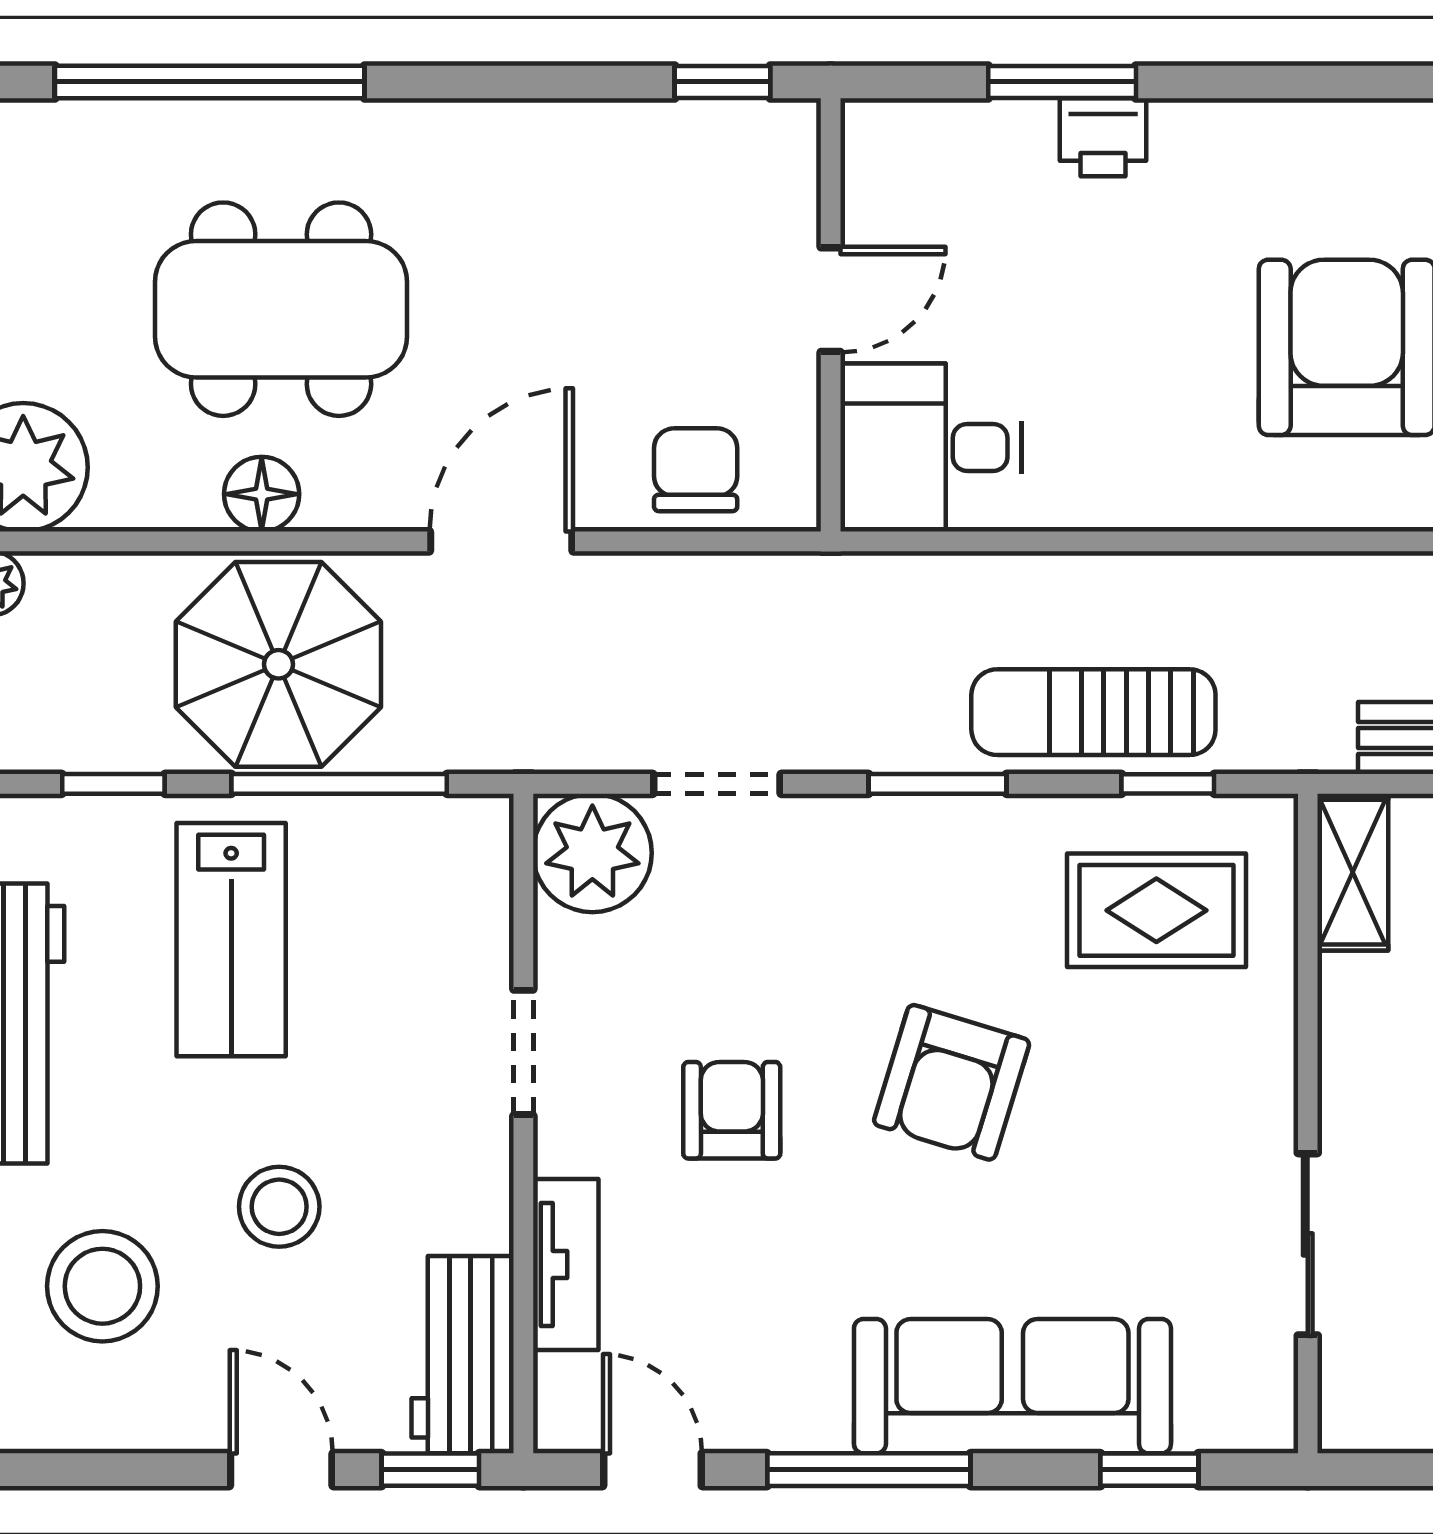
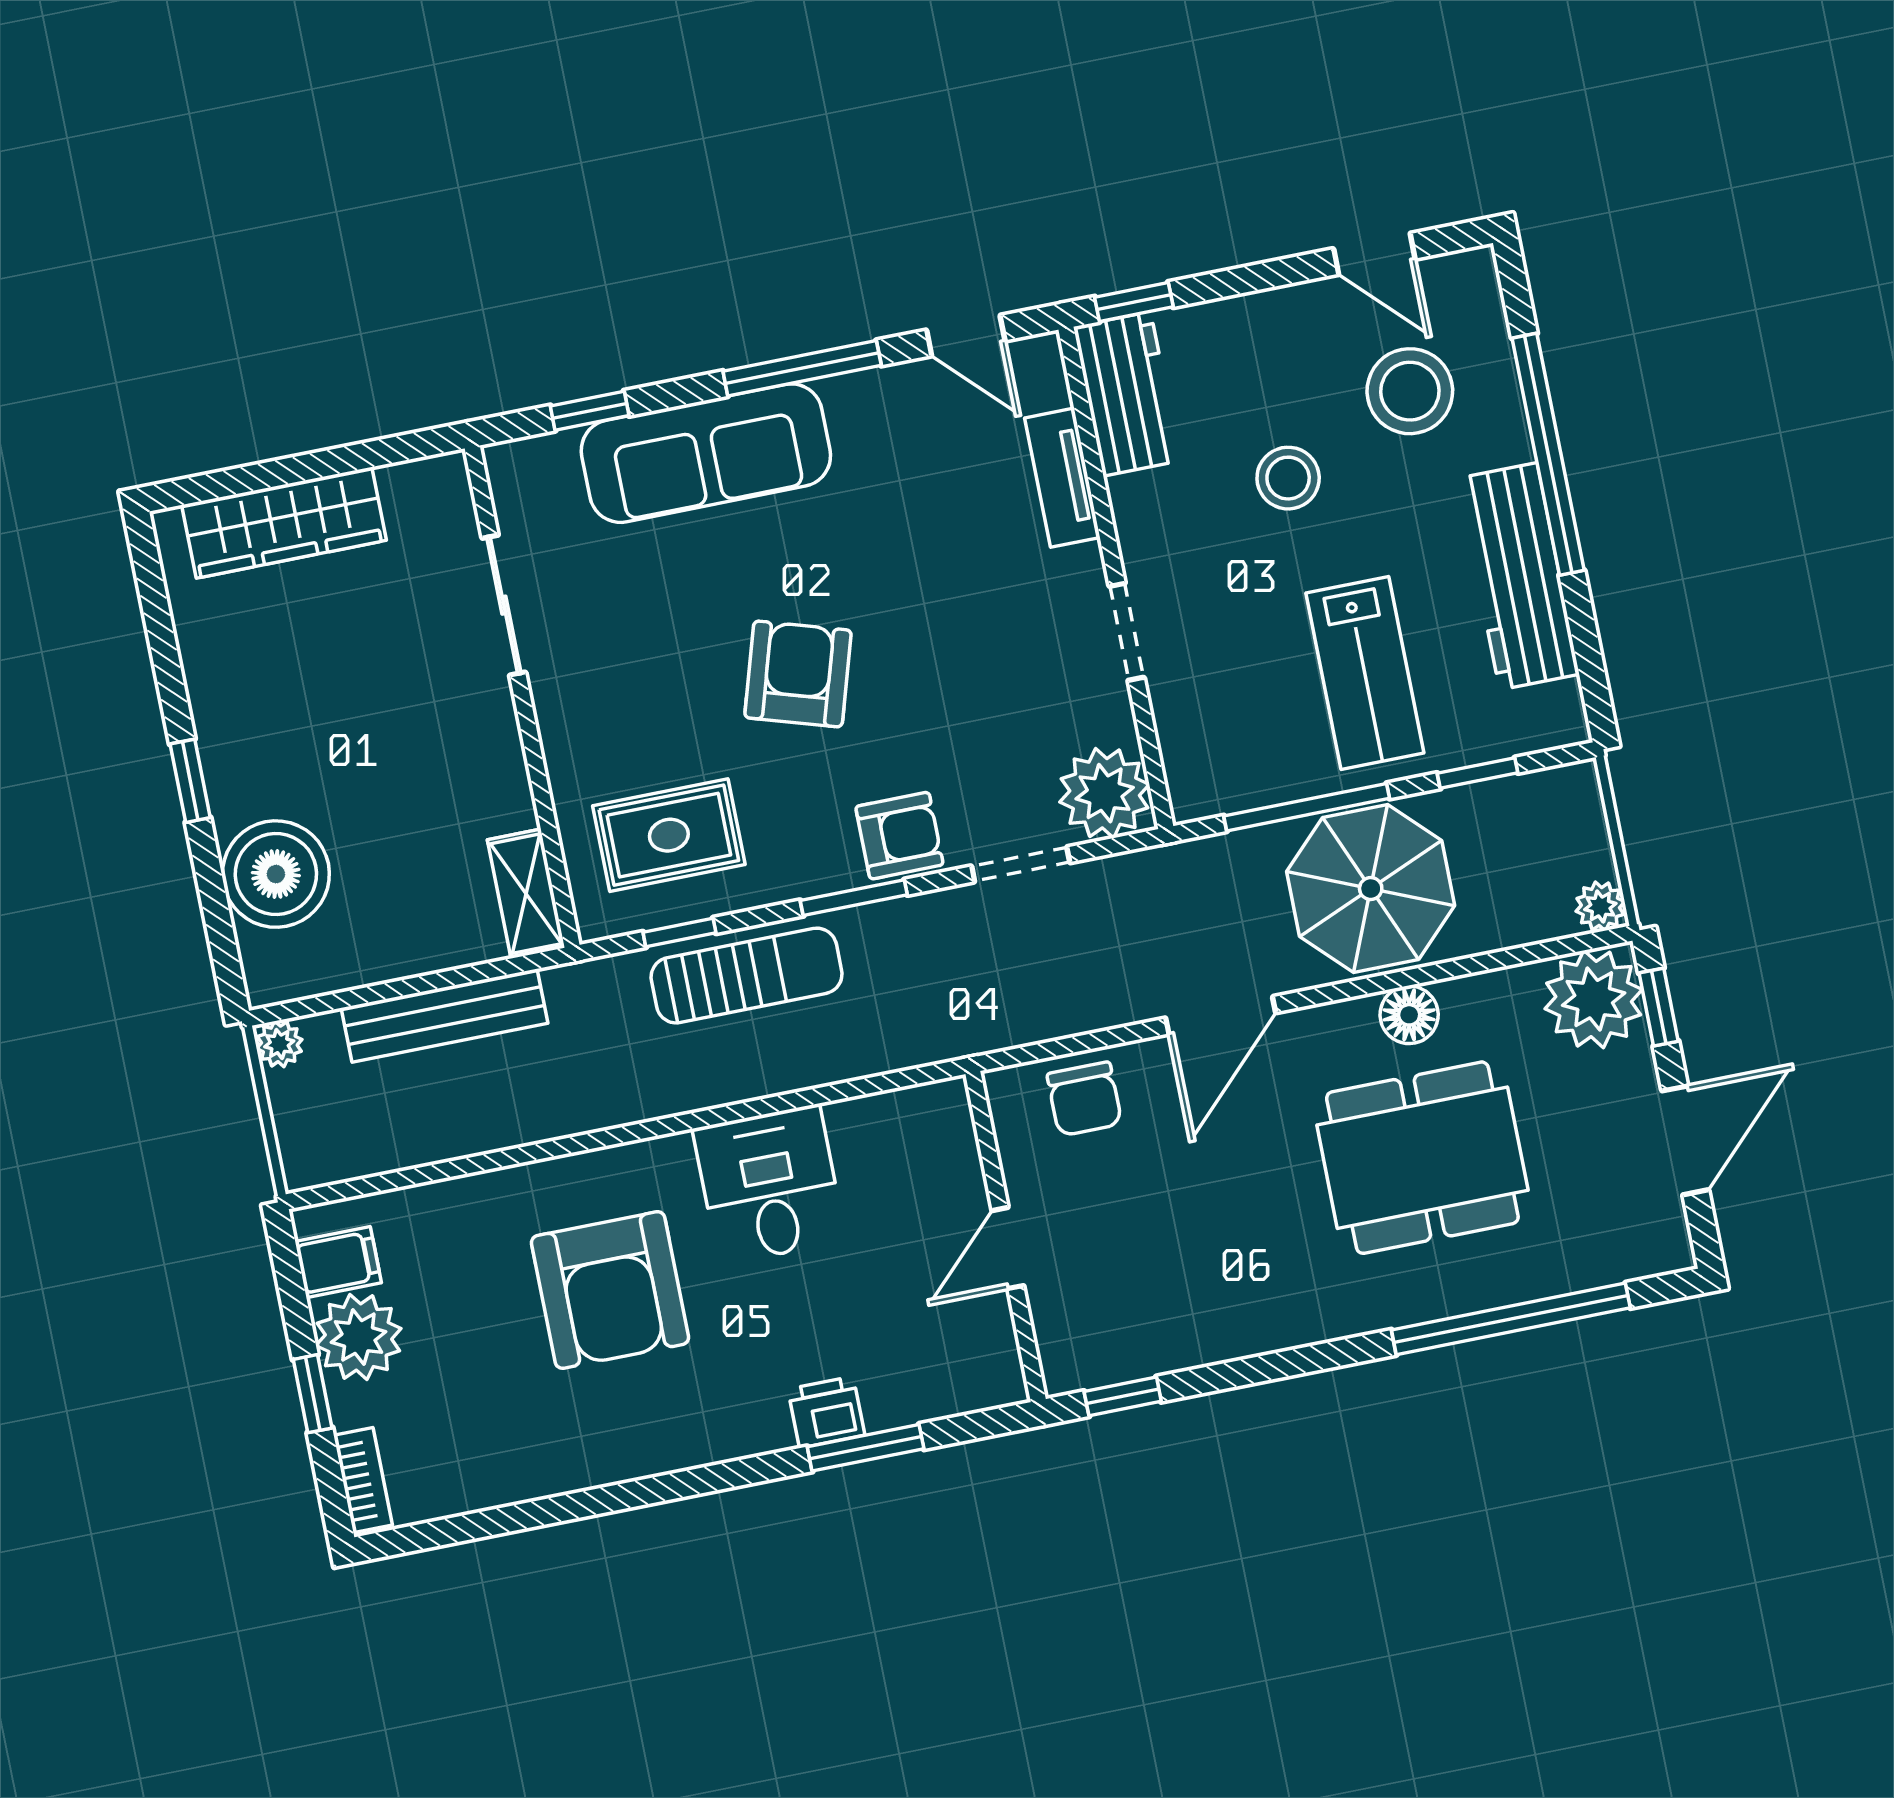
desk: (931, 447) -> (769, 1185), moved, turned -90
lab bench: (231, 940) -> (1365, 673), turned 180
armchair: (732, 1110) -> (899, 836), moved, turned -90
door: (281, 1470) -> (1374, 254), moved

